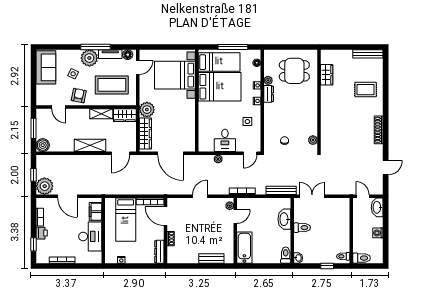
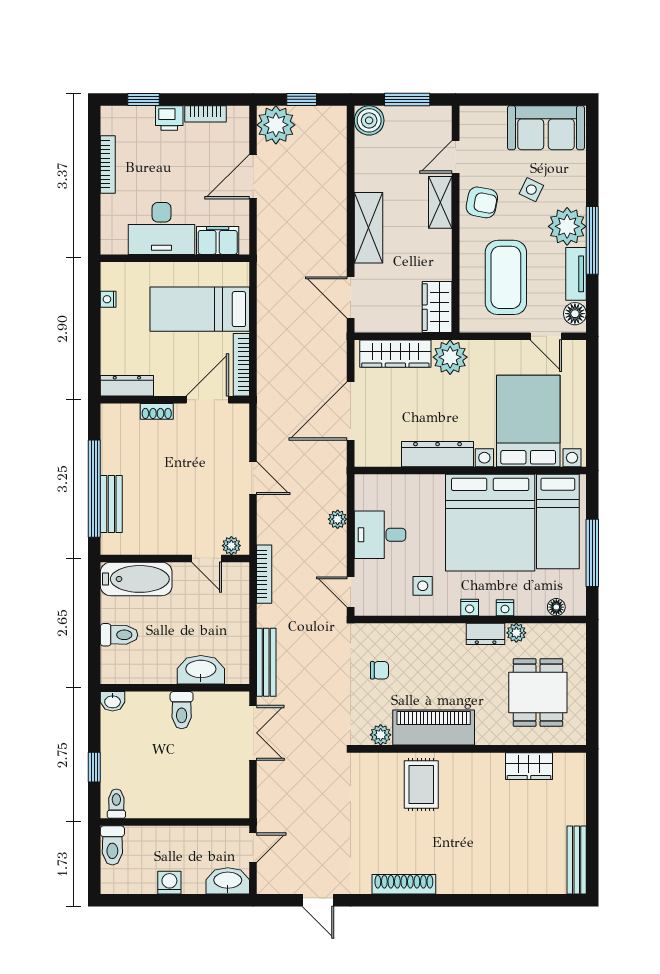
bed: (220, 87) -> (490, 523), width x1.36
rug: (366, 90) -> (421, 784), moved
shelving: (101, 114) -> (440, 202), moved
dresser: (189, 115) -> (438, 454), added
piano: (310, 117) -> (434, 728), added
toilet: (286, 255) -> (119, 635), moved
window: (205, 266) -> (94, 489), added

